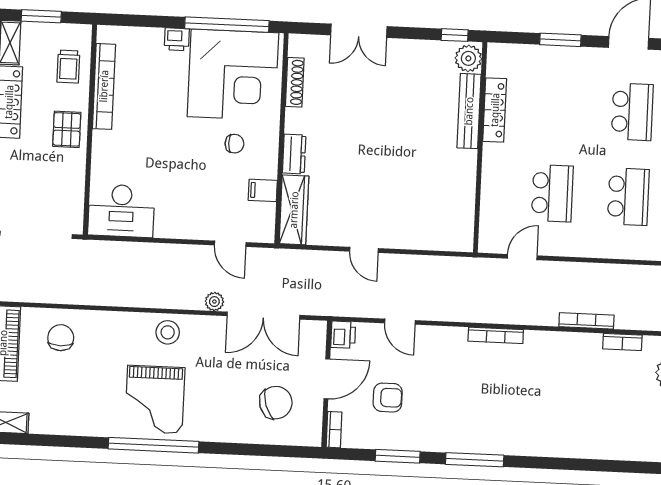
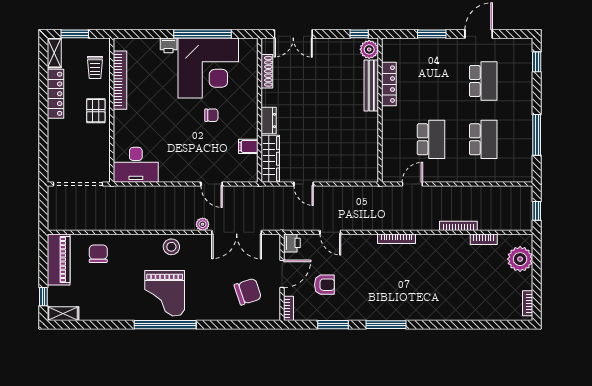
shoe rack: (295, 82) -> (267, 71), moved
wall: (282, 138) -> (260, 110), moved
dresser: (294, 154) -> (269, 120), moved
filing cabinet: (263, 190) -> (248, 146), moved
wardrobe: (294, 210) -> (270, 159), moved

